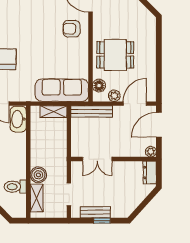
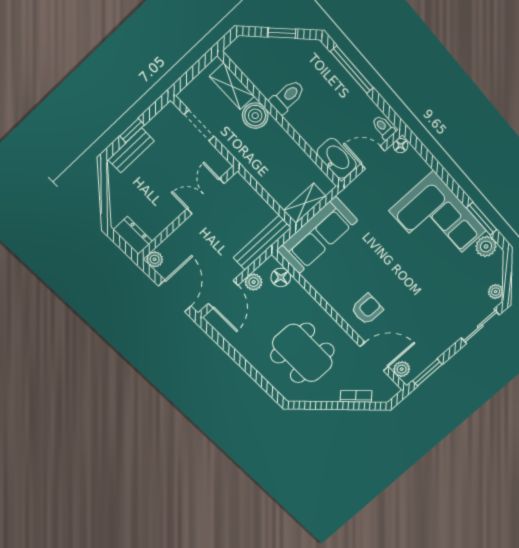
dining table: (115, 55) -> (302, 353), moved, width x1.38
toilet: (15, 187) -> (287, 97), moved
bench: (95, 212) -> (131, 150), moved

